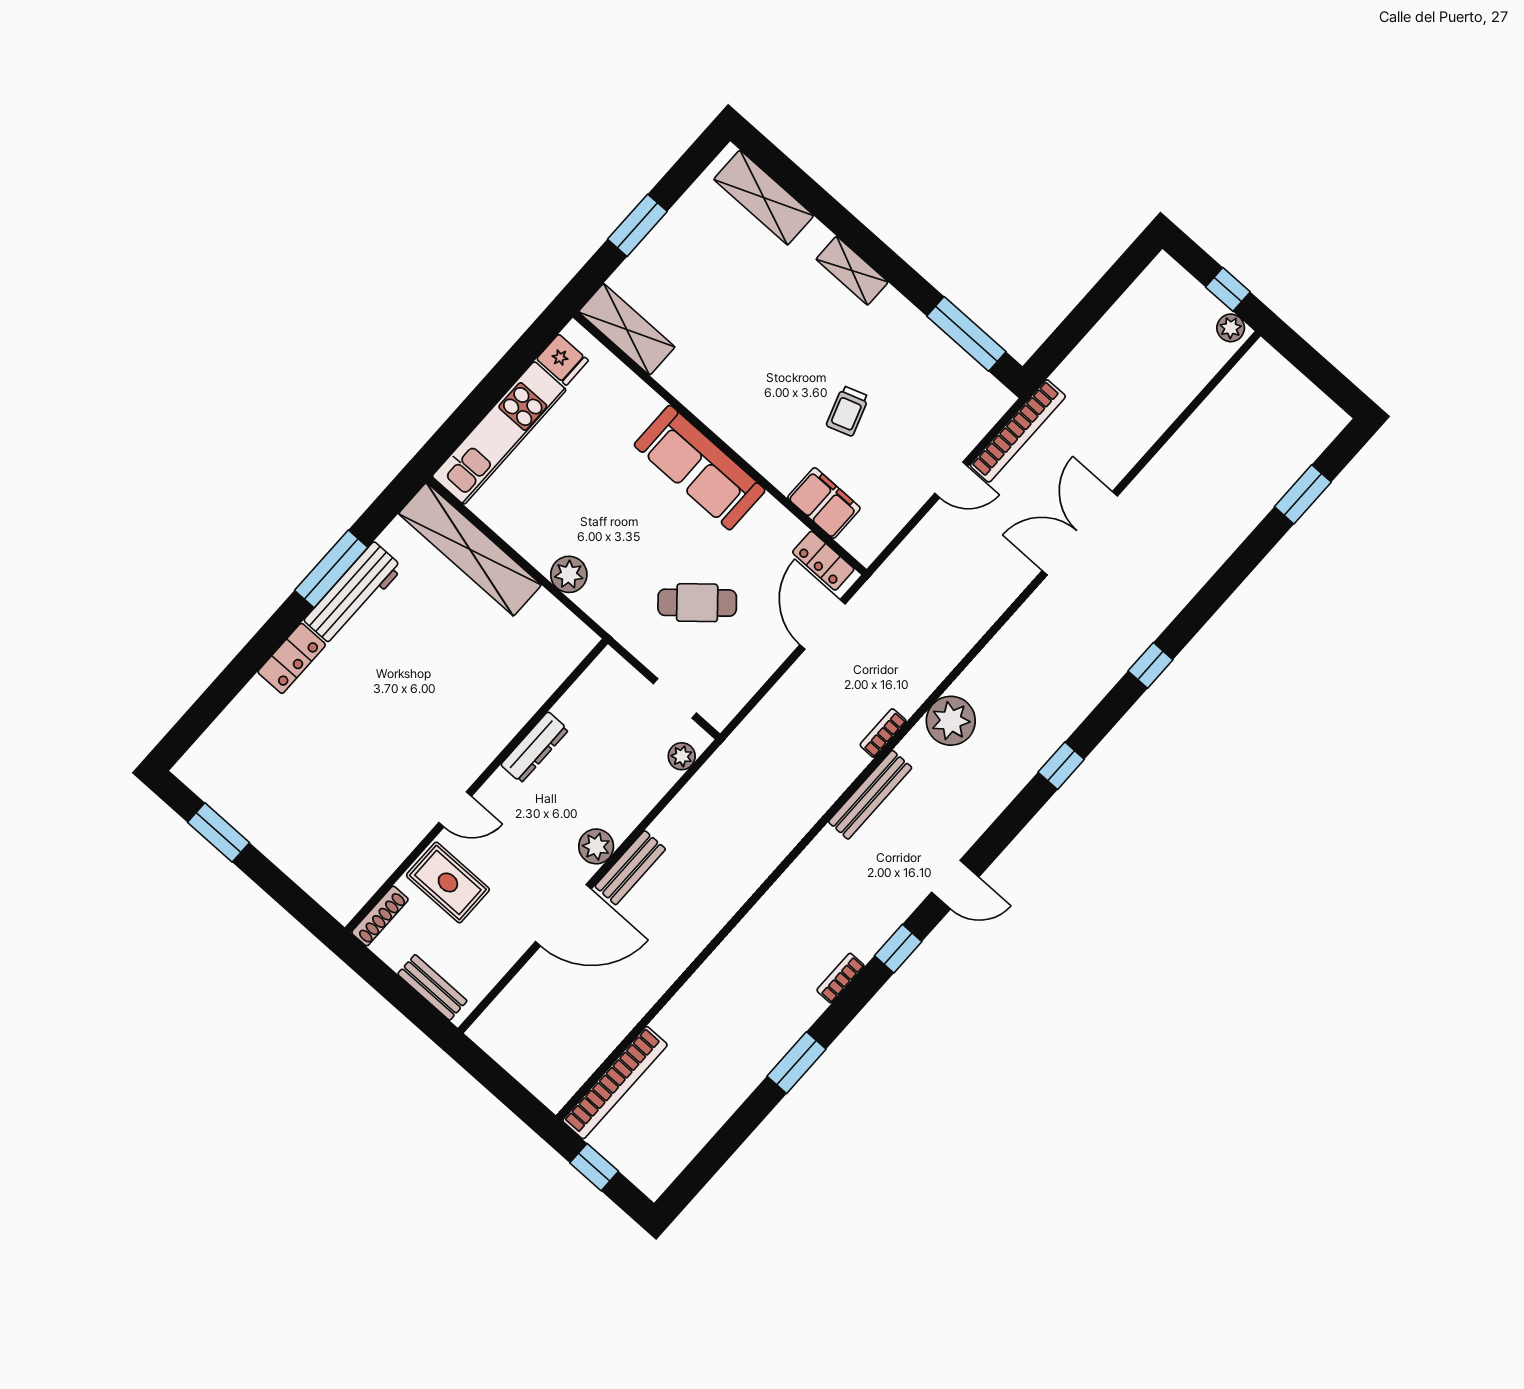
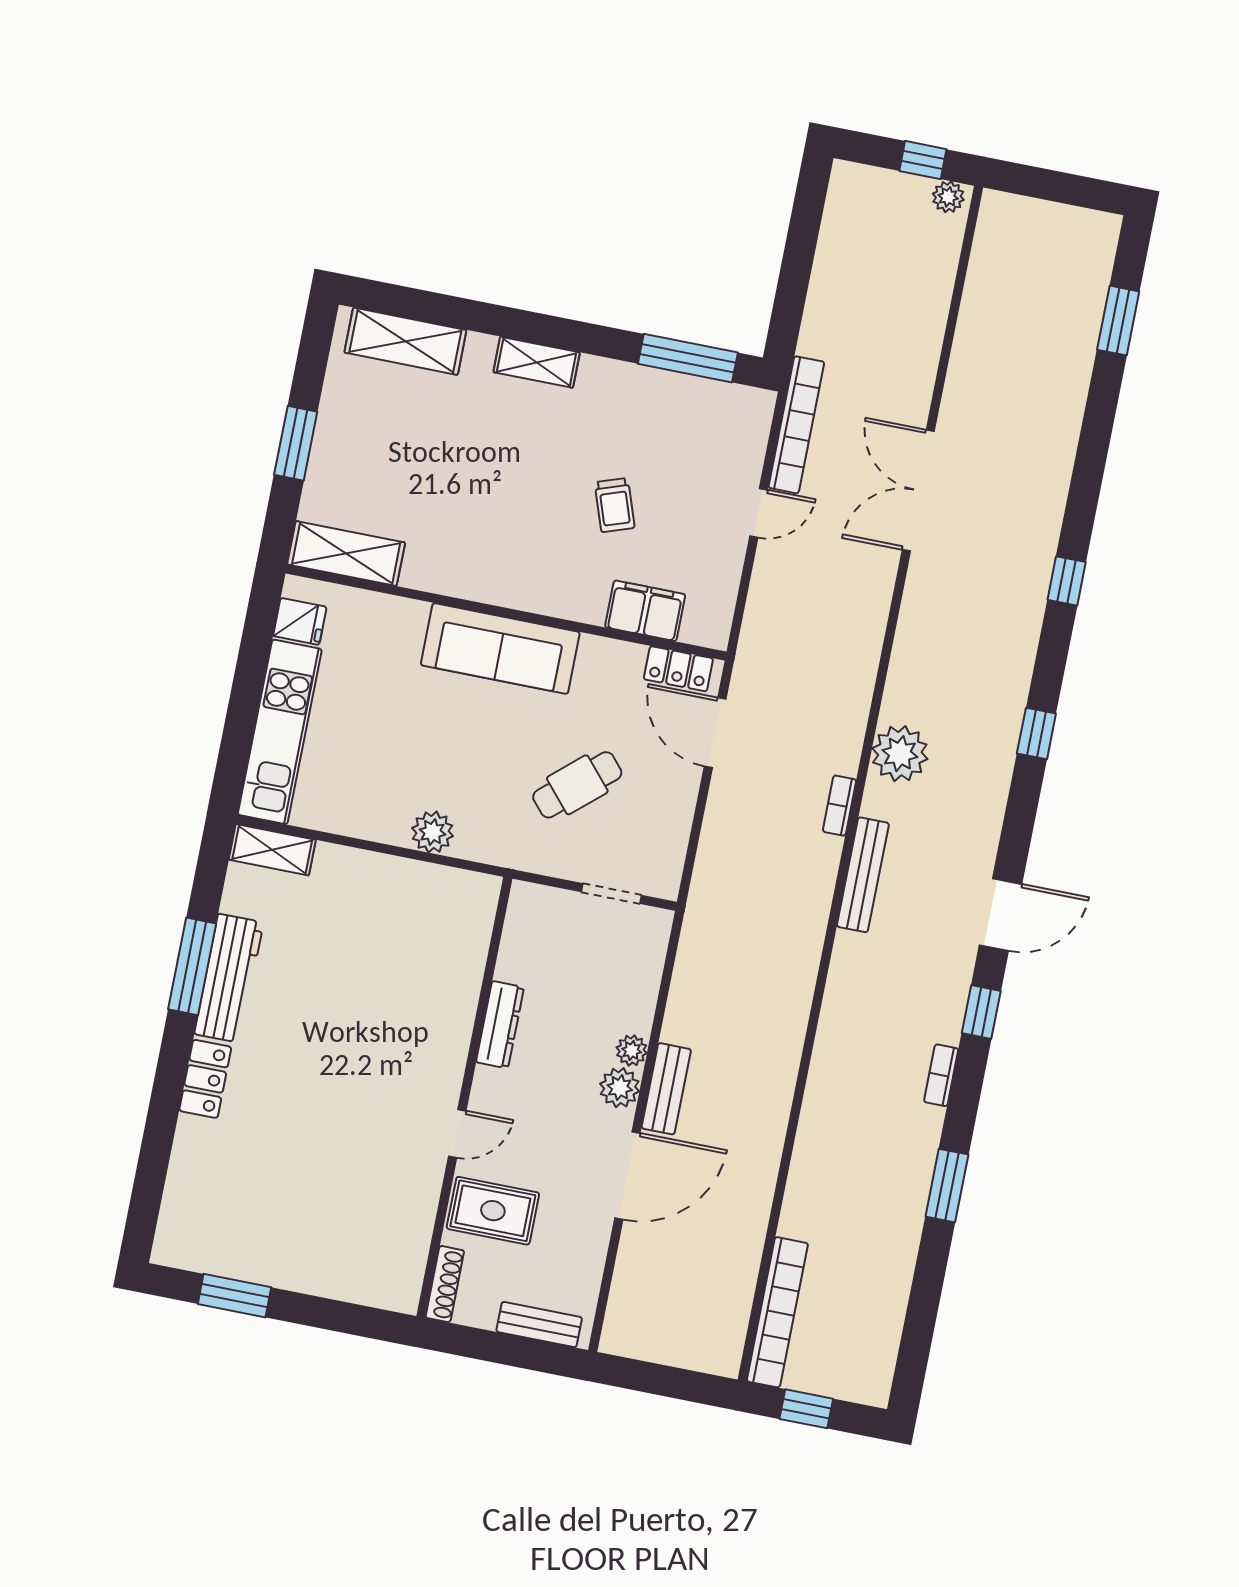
shelving: (470, 549) -> (272, 850), width x0.45, depth x0.75
plant: (682, 756) -> (632, 1050), moved
door: (955, 885) -> (1001, 915), width x1.38

